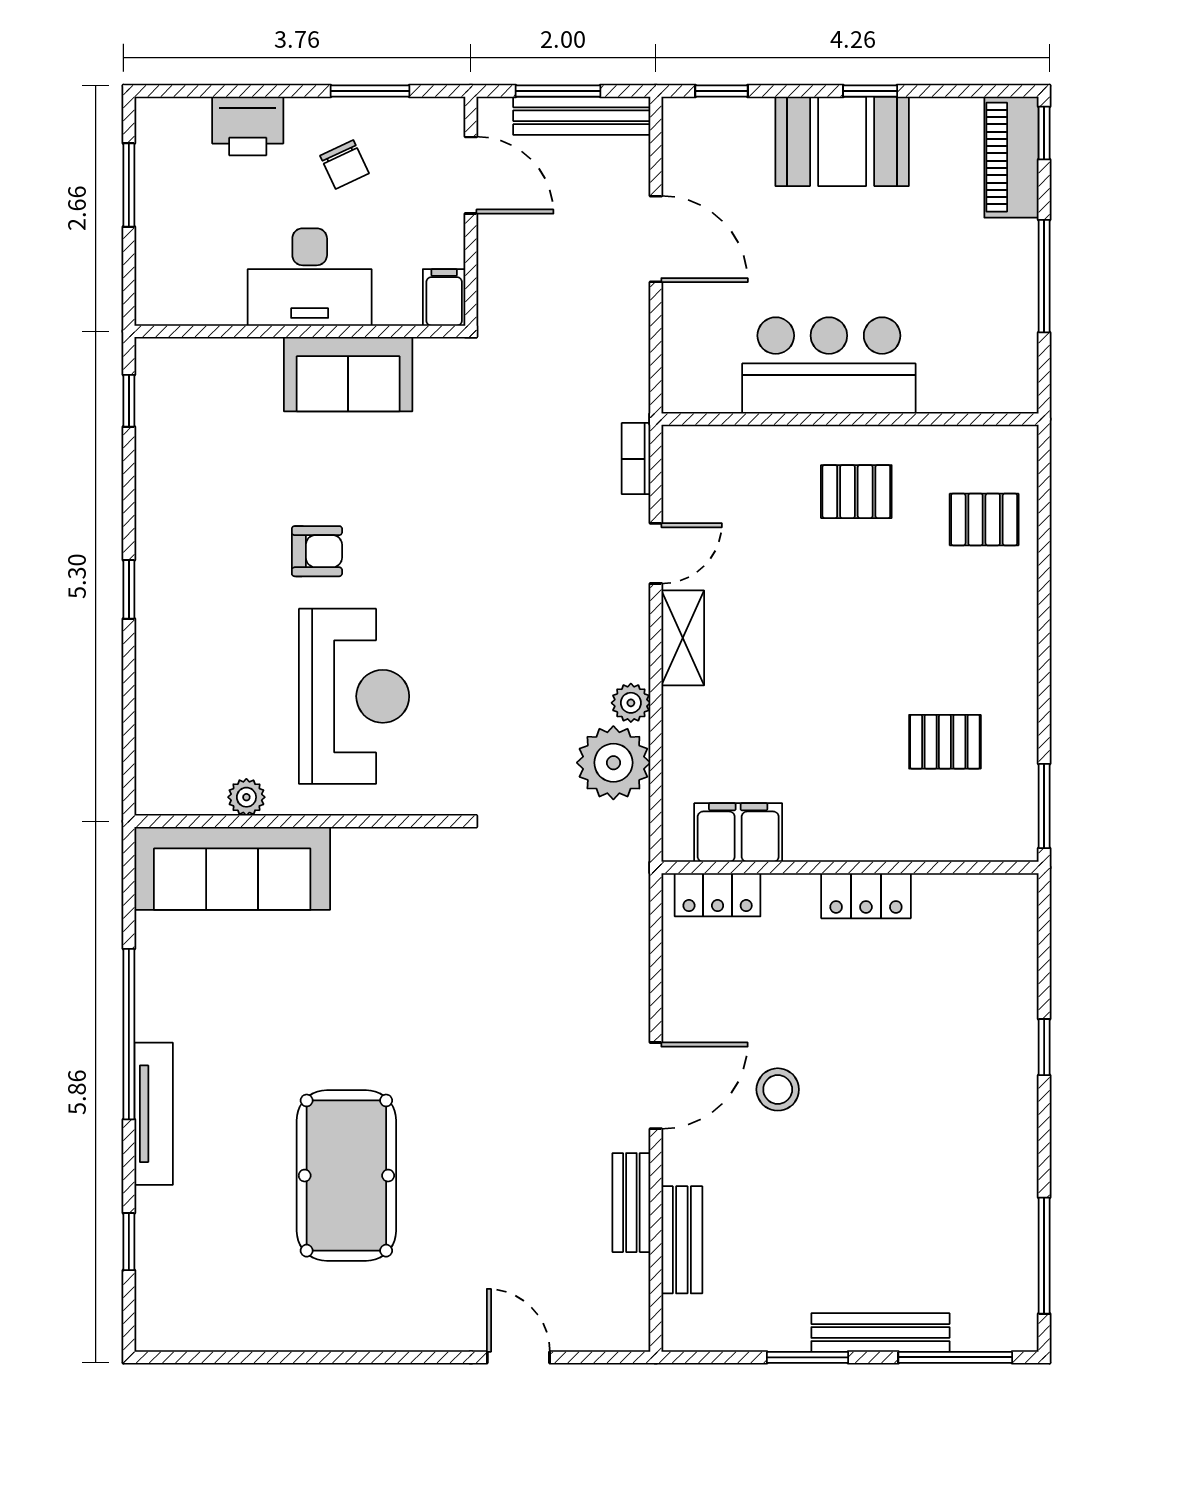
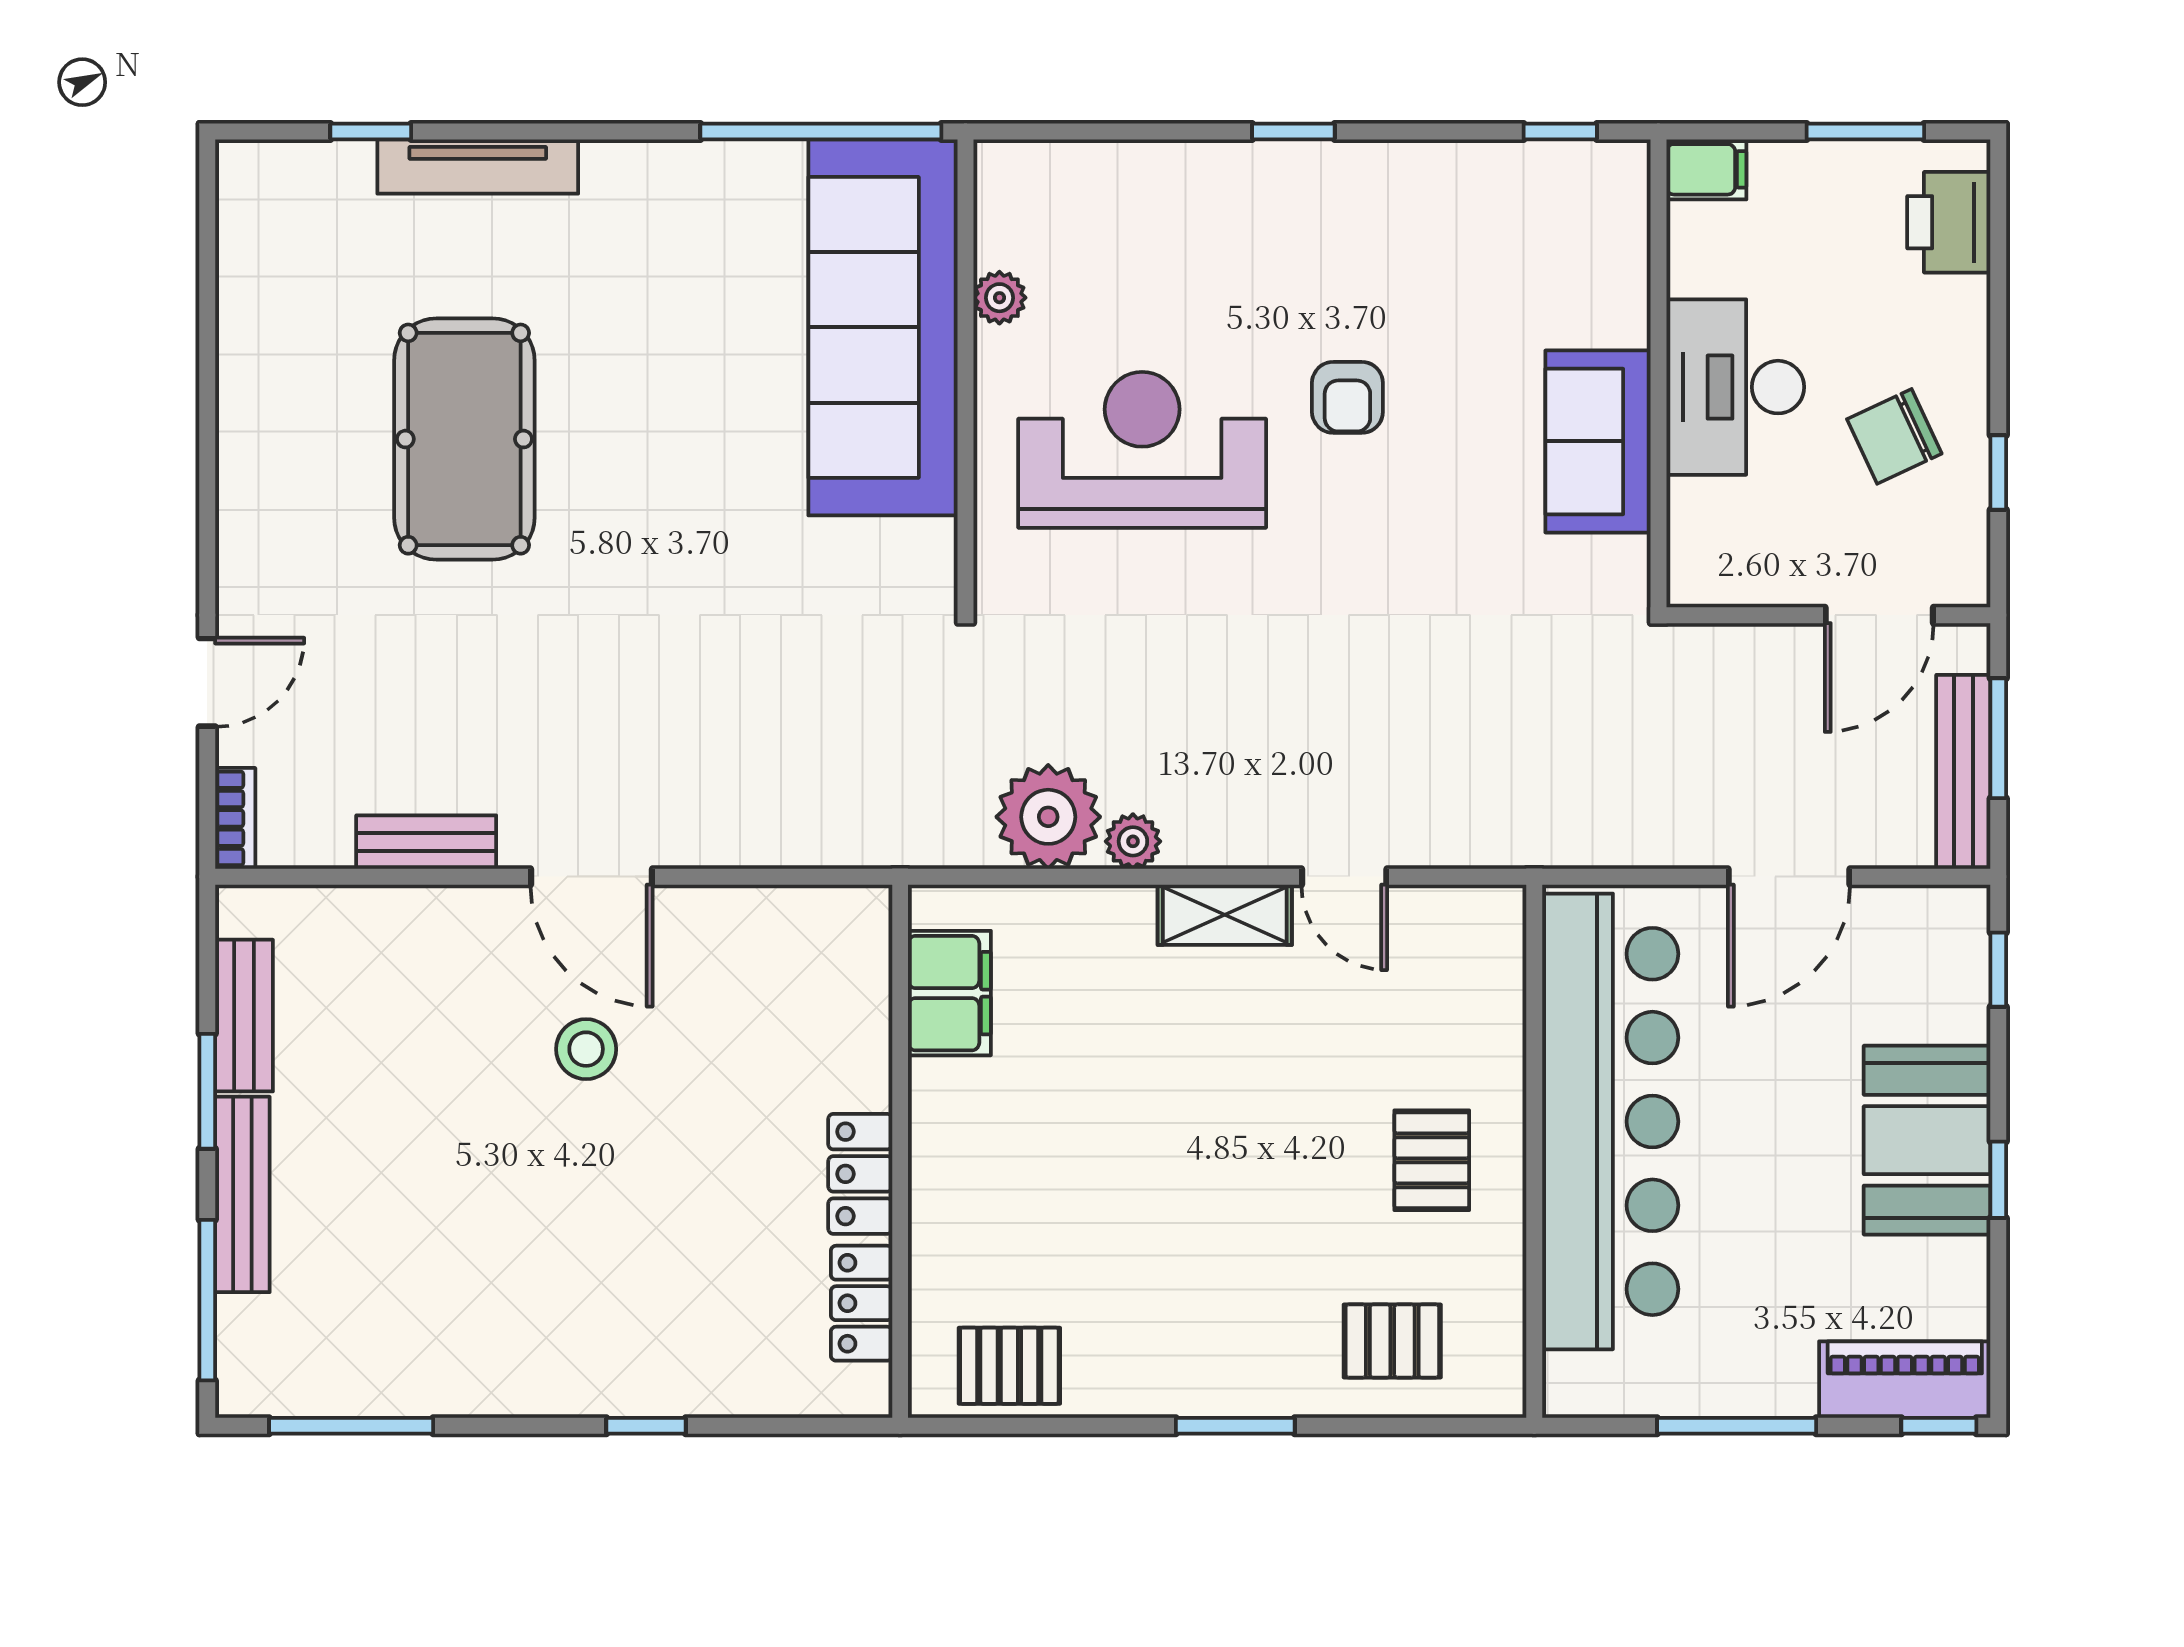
window: (370, 91) -> (1998, 473), width x0.67
printer: (248, 126) -> (1949, 222), moved
chair: (344, 164) -> (1894, 436), width x1.37, depth x1.37
filing cabinet: (444, 297) -> (1706, 169), moved
bar counter: (829, 365) -> (1610, 1121), width x1.86
bookcase: (636, 459) -> (235, 818), moved, turned 90
pallet: (984, 519) -> (1392, 1341), turned 90
reception desk: (354, 696) -> (1142, 450), turned 180
pallet: (945, 742) -> (1009, 1366), moved, turned 90
window: (1044, 806) -> (1235, 1426), moved
sofa: (232, 868) -> (883, 327), width x1.36, depth x1.27
locker: (718, 895) -> (862, 1303), moved
window: (129, 1034) -> (821, 131), moved
tv unit: (154, 1114) -> (478, 166), moved
pool table: (346, 1176) -> (464, 439), turned 90
bench: (682, 1240) -> (244, 1016), moved, turned 90

